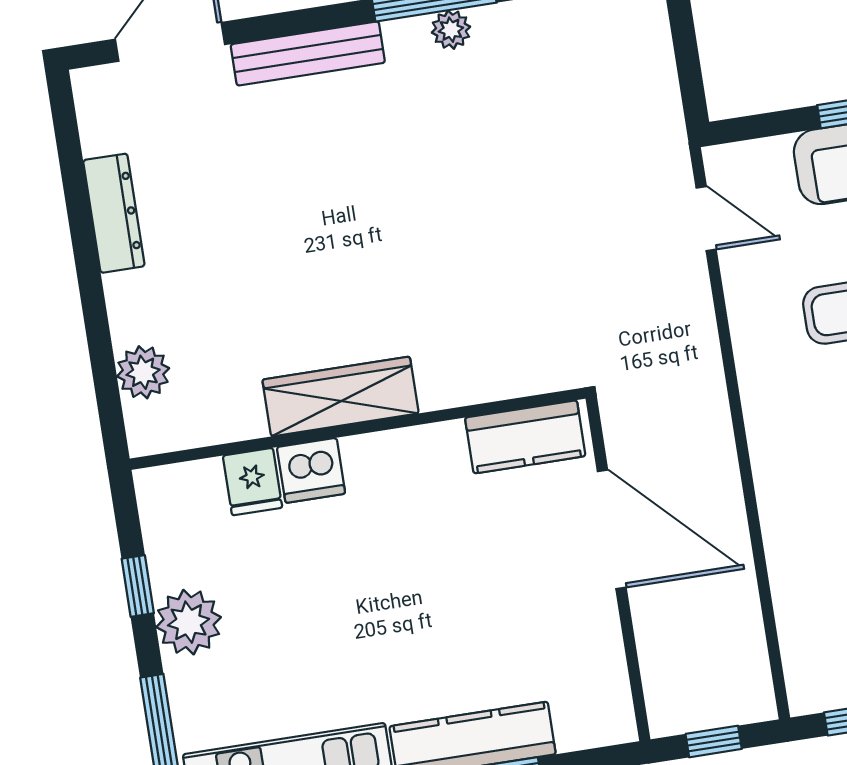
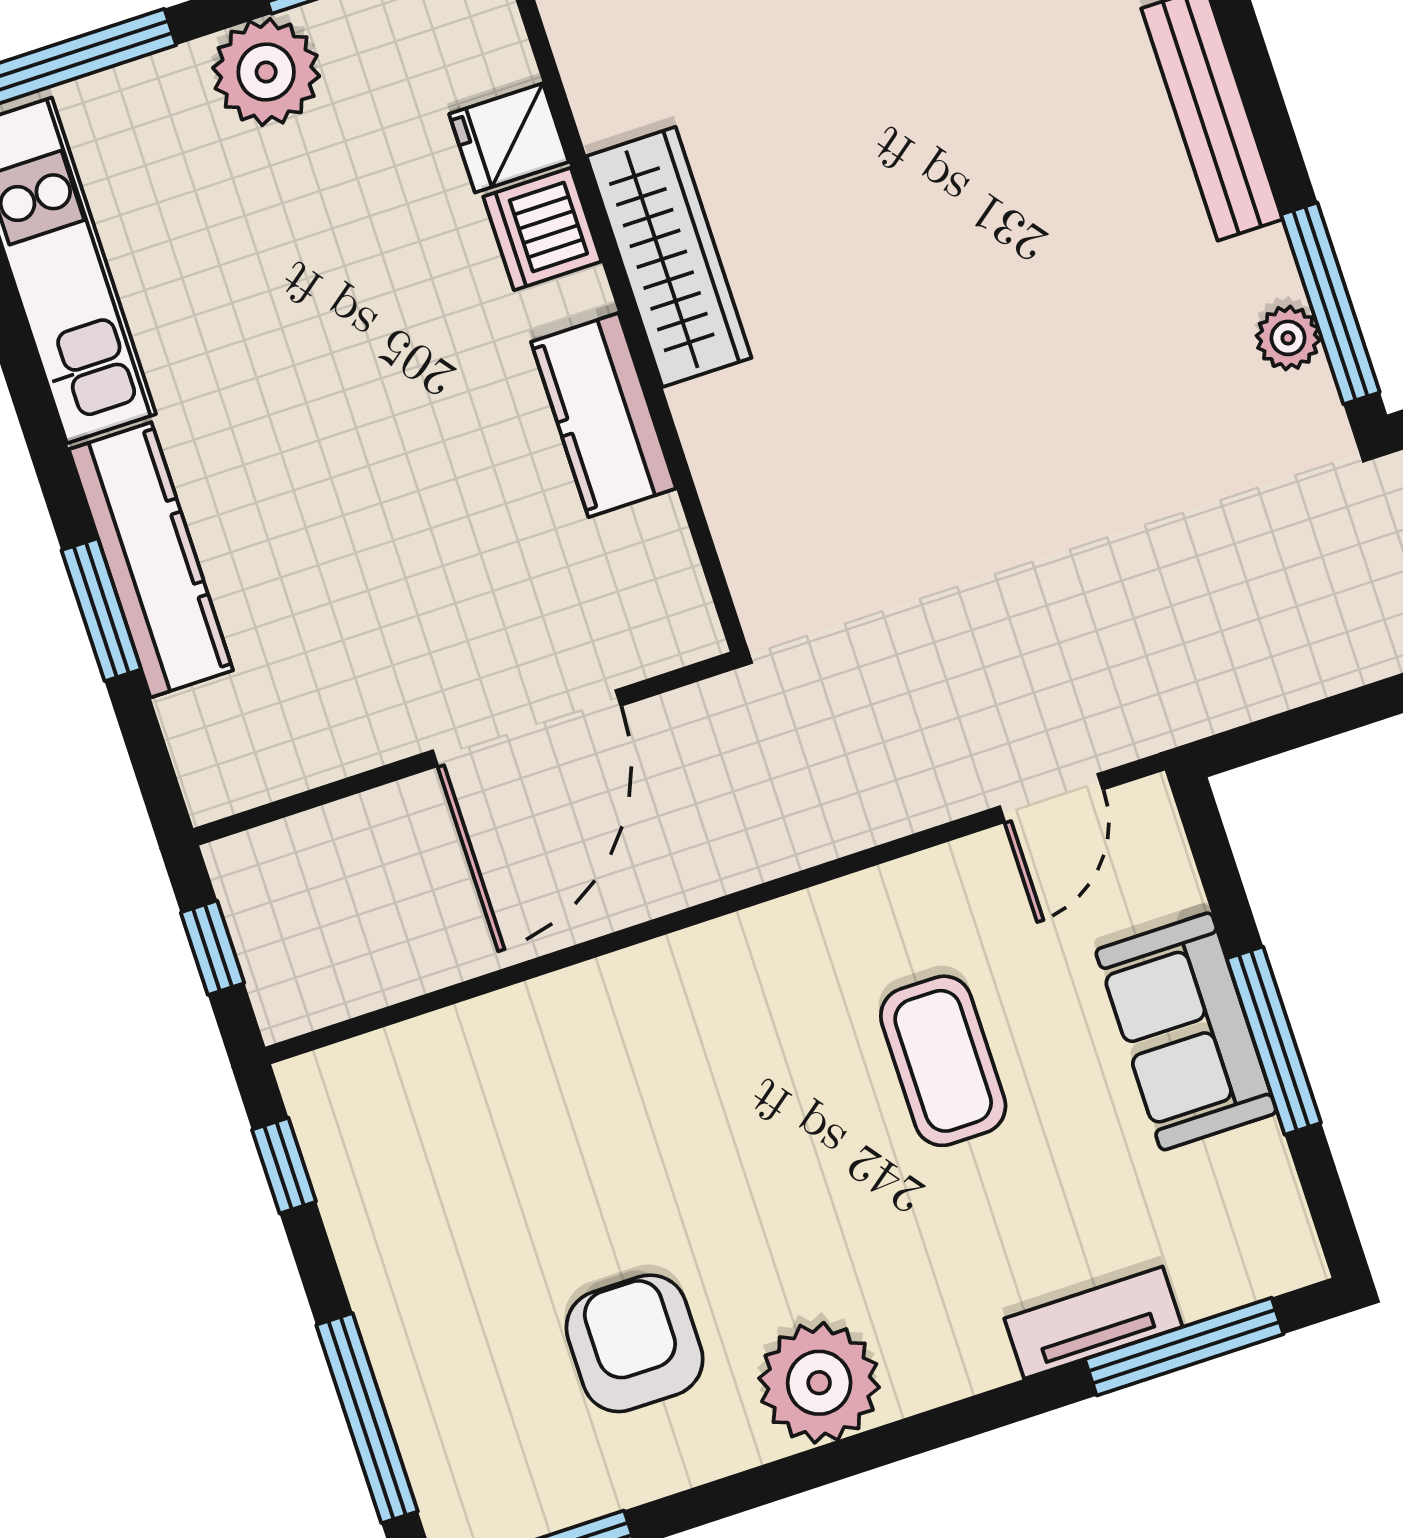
kitchen counter: (525, 437) -> (603, 415), moved

